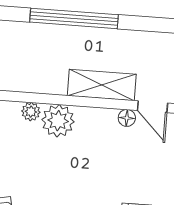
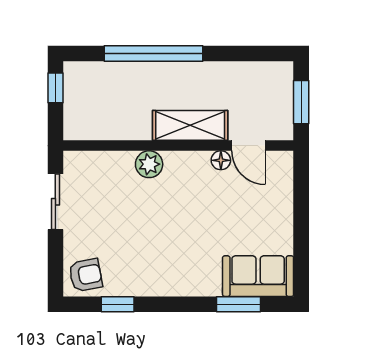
plant: (31, 112) -> (113, 161), removed
plant: (58, 121) -> (149, 164), width x0.73, depth x0.73

